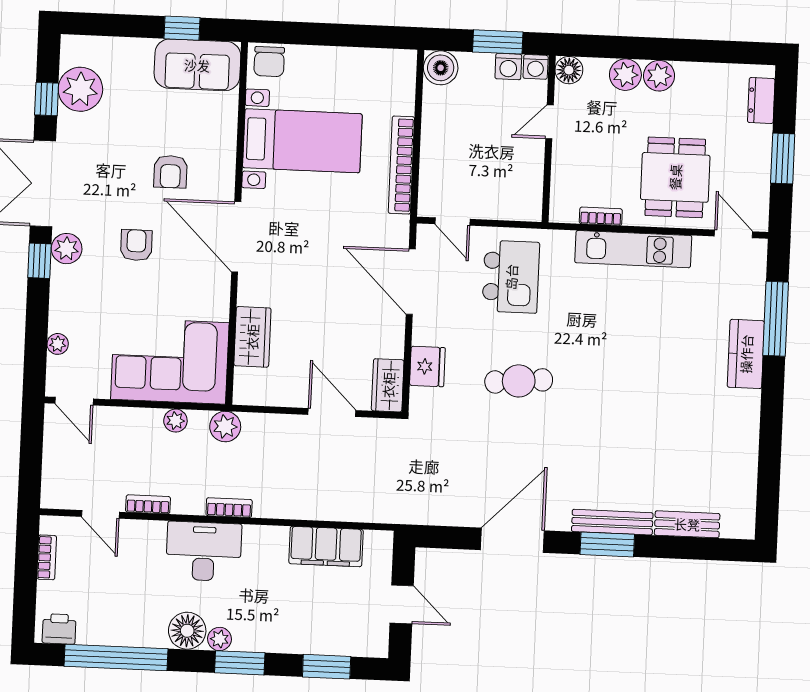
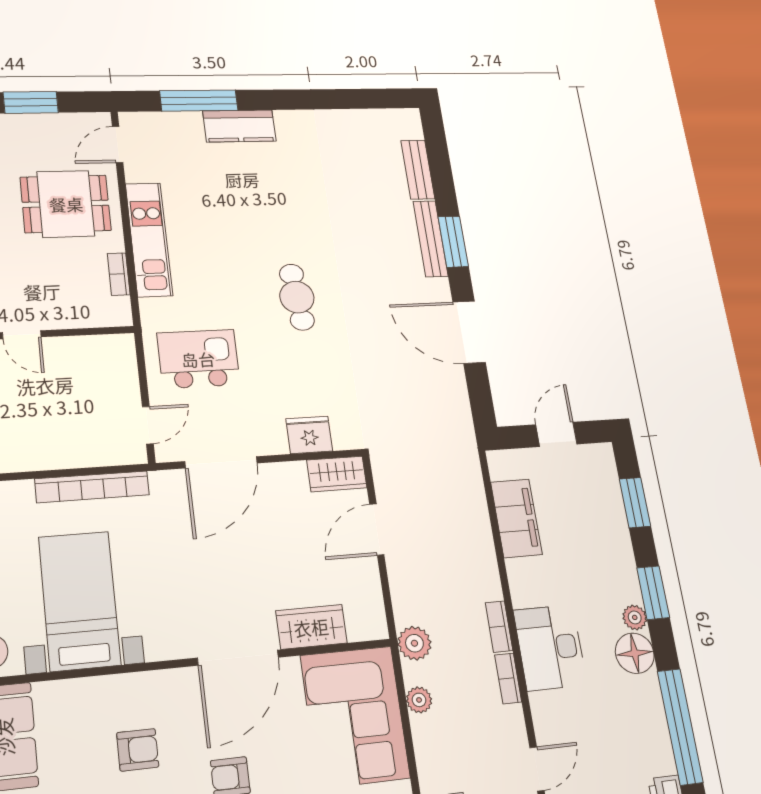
door: (236, 237) -> (238, 658), moved
cafe table: (519, 381) -> (297, 297), moved
bookcase: (148, 504) -> (508, 678), moved

